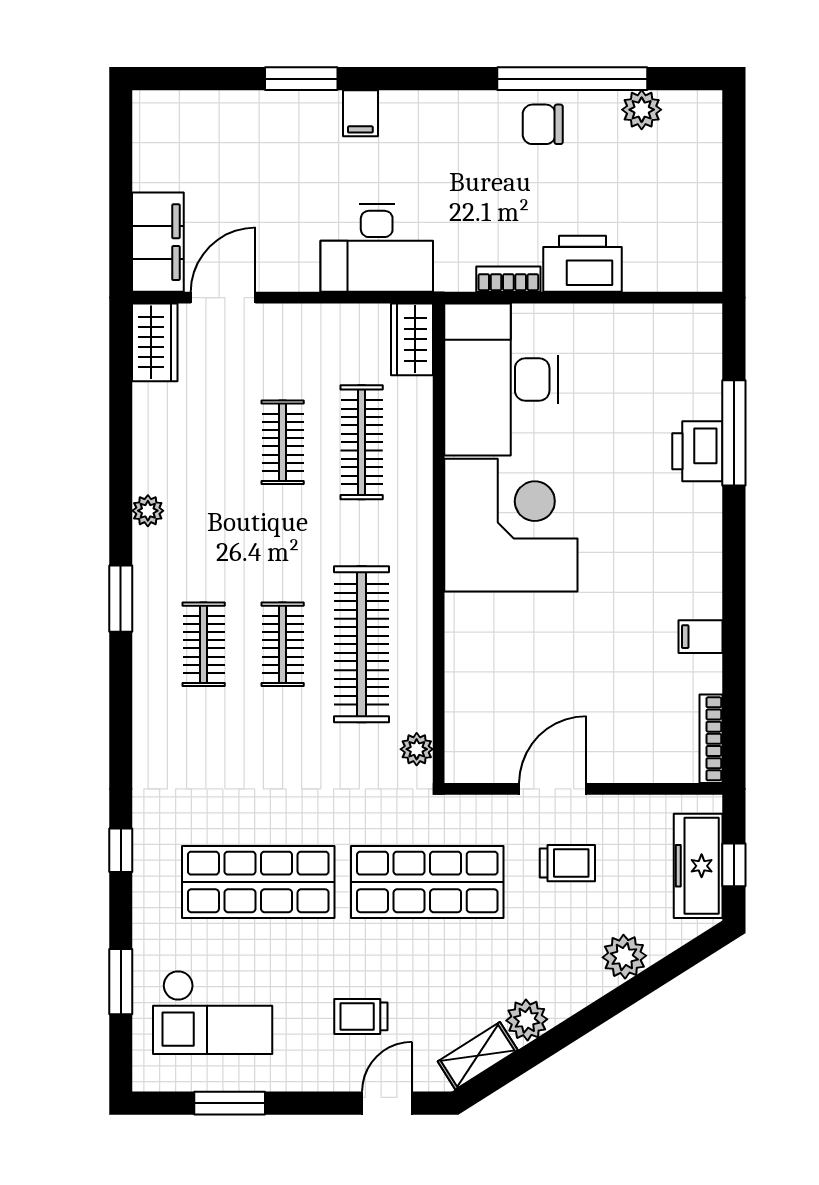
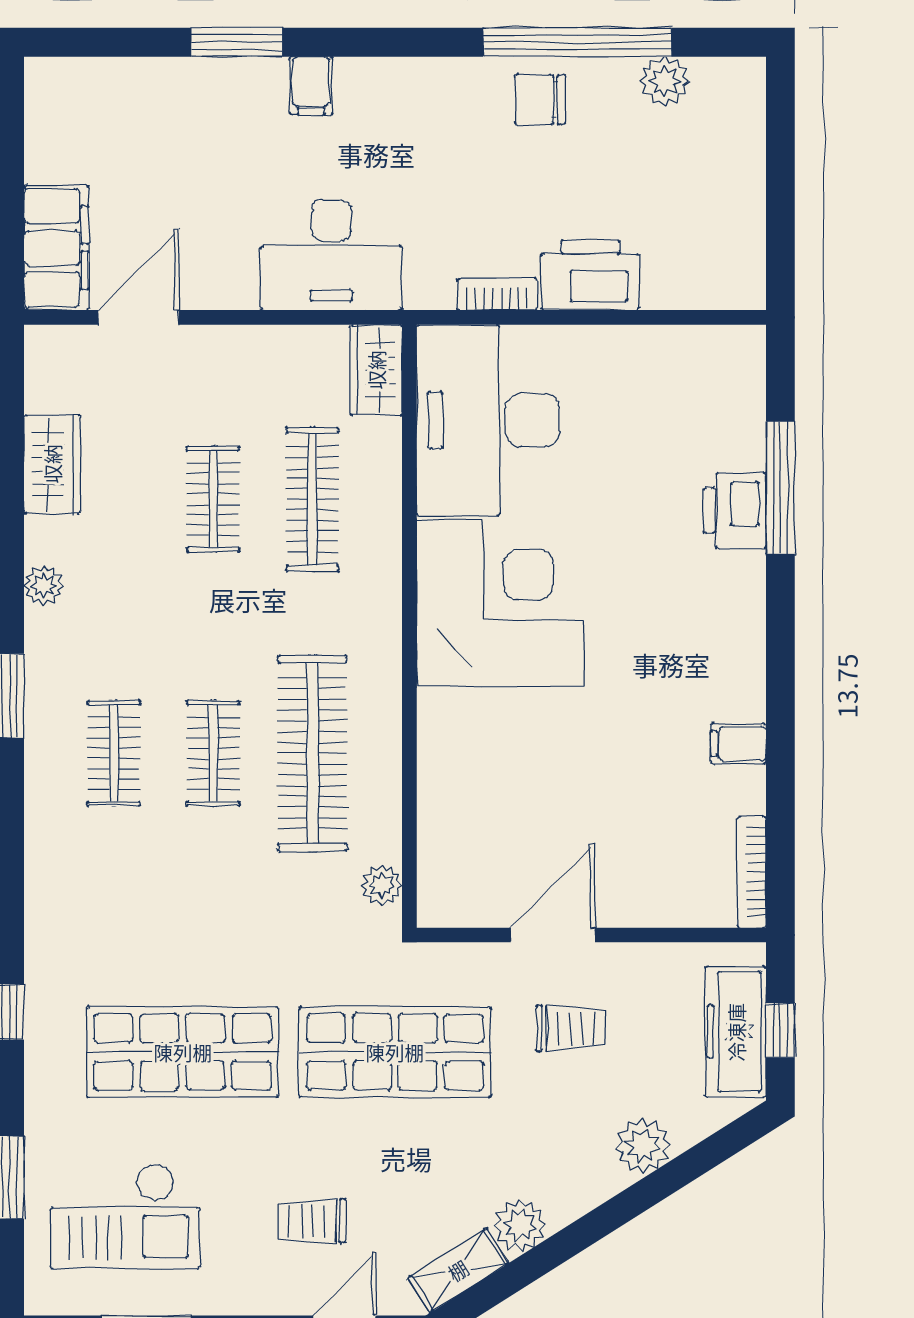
wardrobe: (155, 342) -> (52, 464), moved

